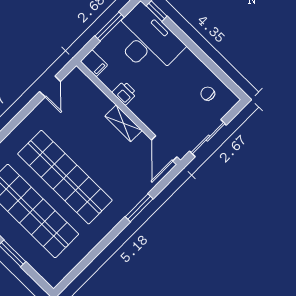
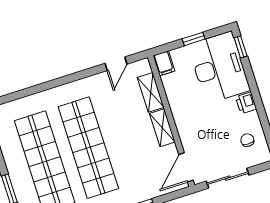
window: (110, 26) -> (194, 39), width x0.67
printer: (124, 93) -> (246, 103), moved, turned 180
shelving: (96, 96) -> (151, 92), added

